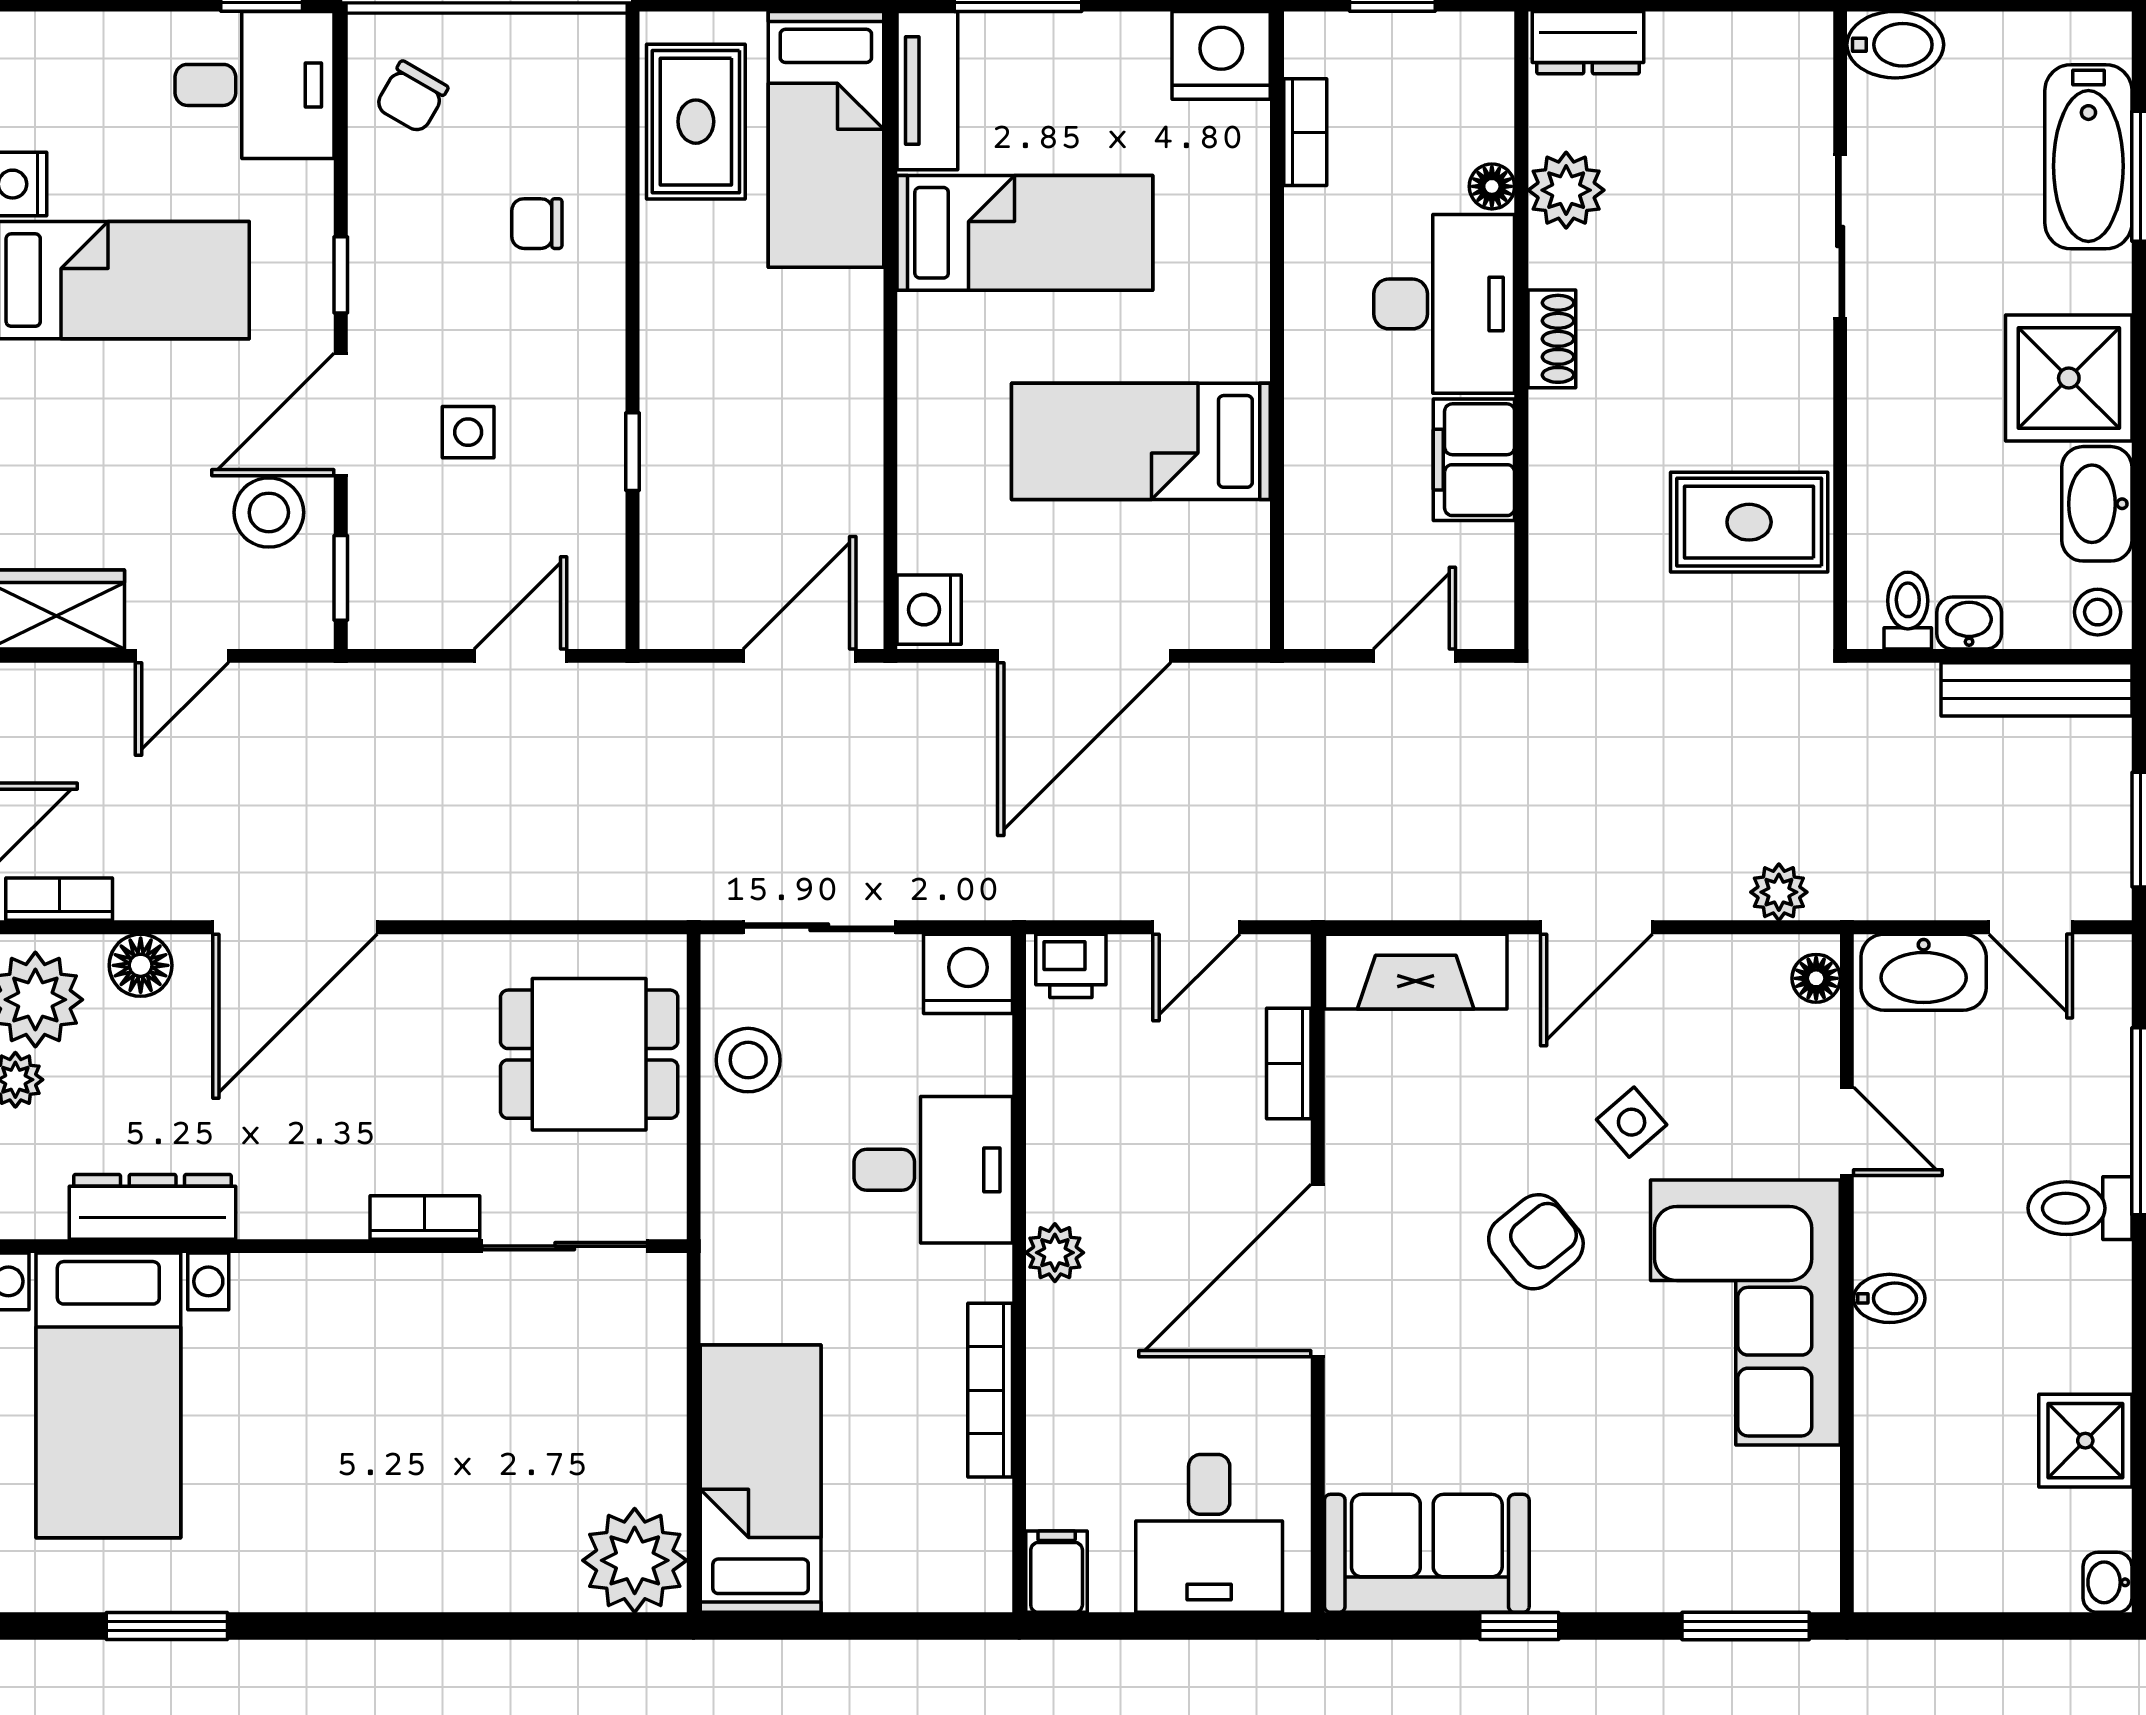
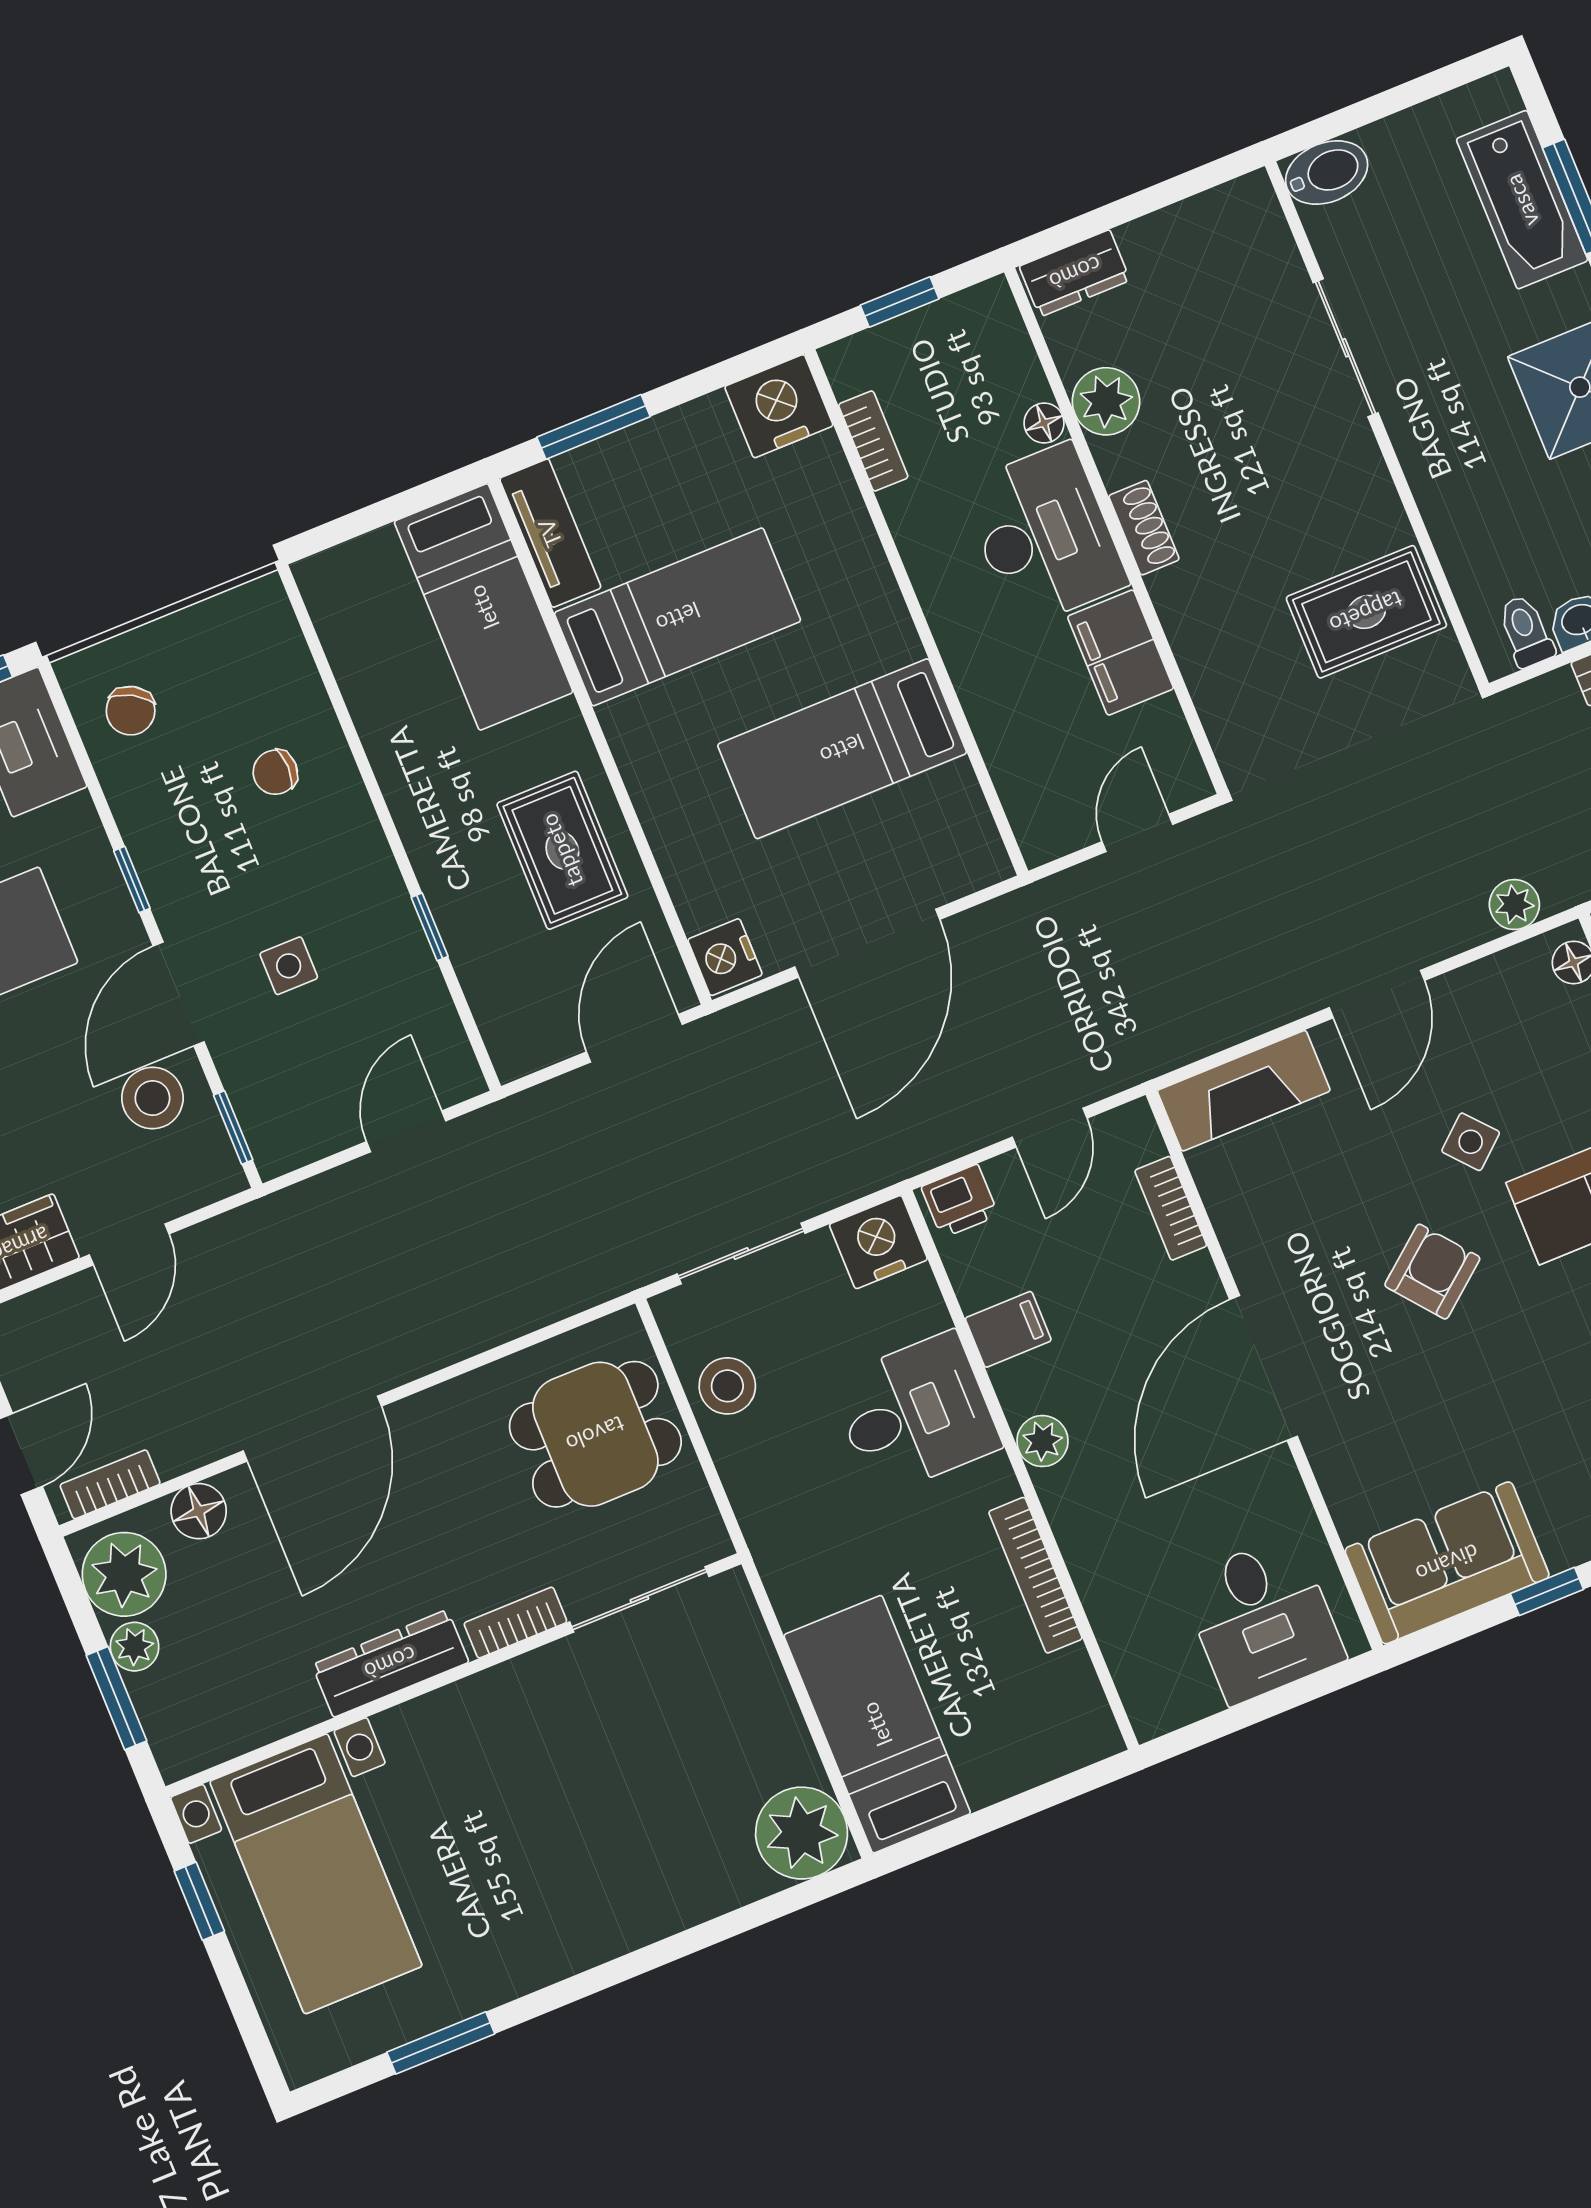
rug: (696, 122) -> (562, 850), moved
dresser: (153, 1207) -> (390, 1663), moved
filing cabinet: (1057, 1572) -> (1008, 1329), moved, turned 90

